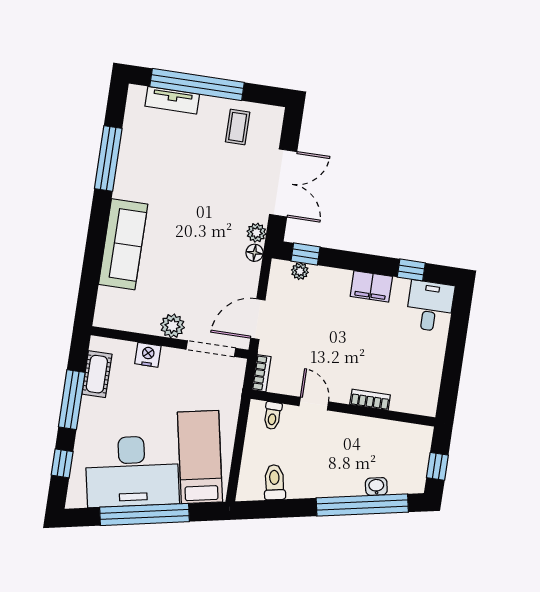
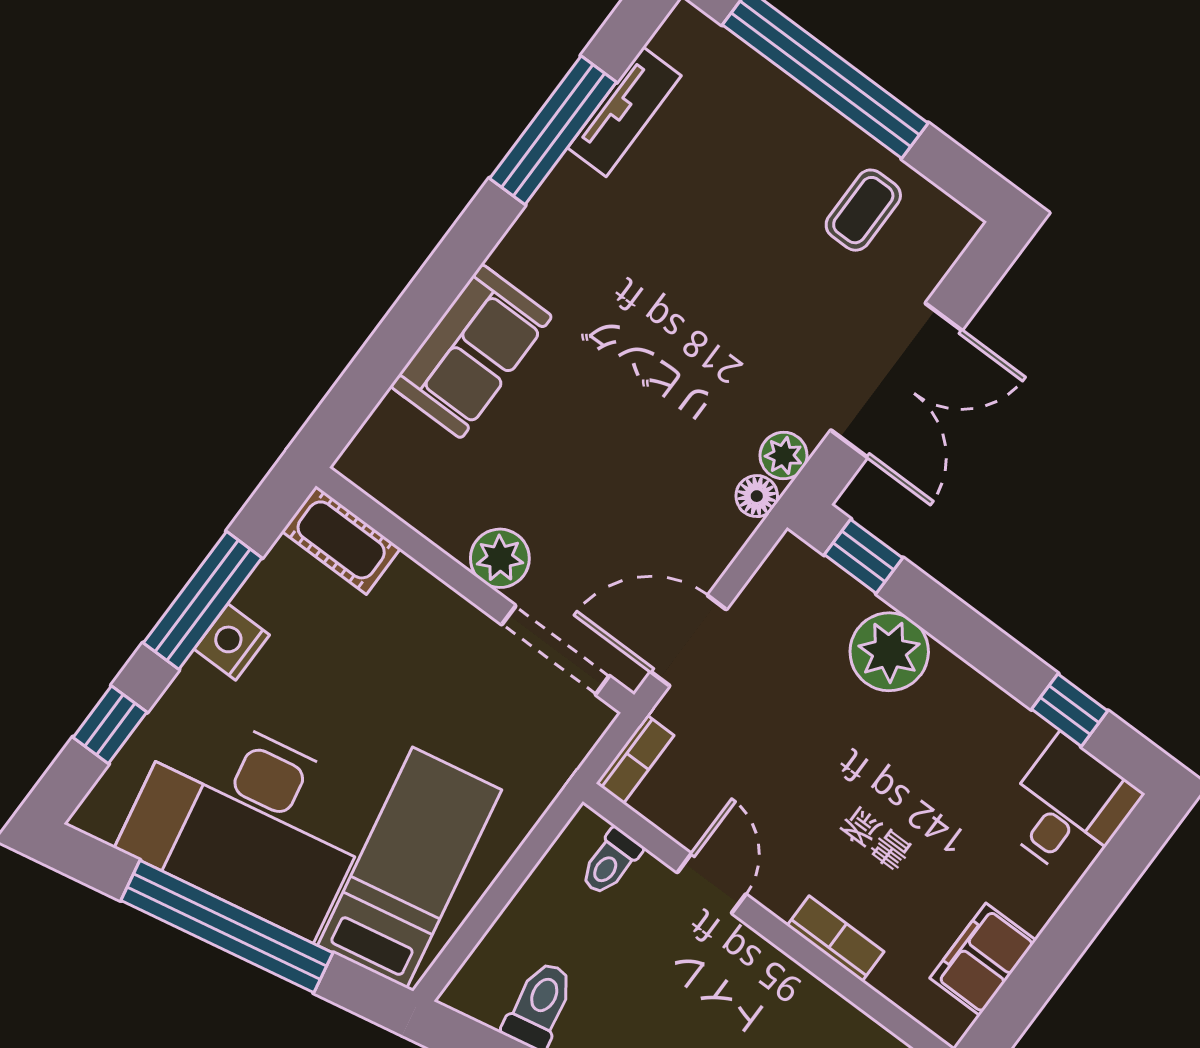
tv unit: (172, 100) -> (624, 112), moved, turned -90
sofa: (123, 244) -> (471, 351), width x0.73
plant: (300, 271) -> (889, 652), moved, width x1.87, depth x1.87
filing cabinet: (371, 286) -> (983, 959), moved, turned 90
nightstand: (148, 355) -> (232, 642), moved, turned -90
cot: (97, 374) -> (341, 540), moved, turned 90

